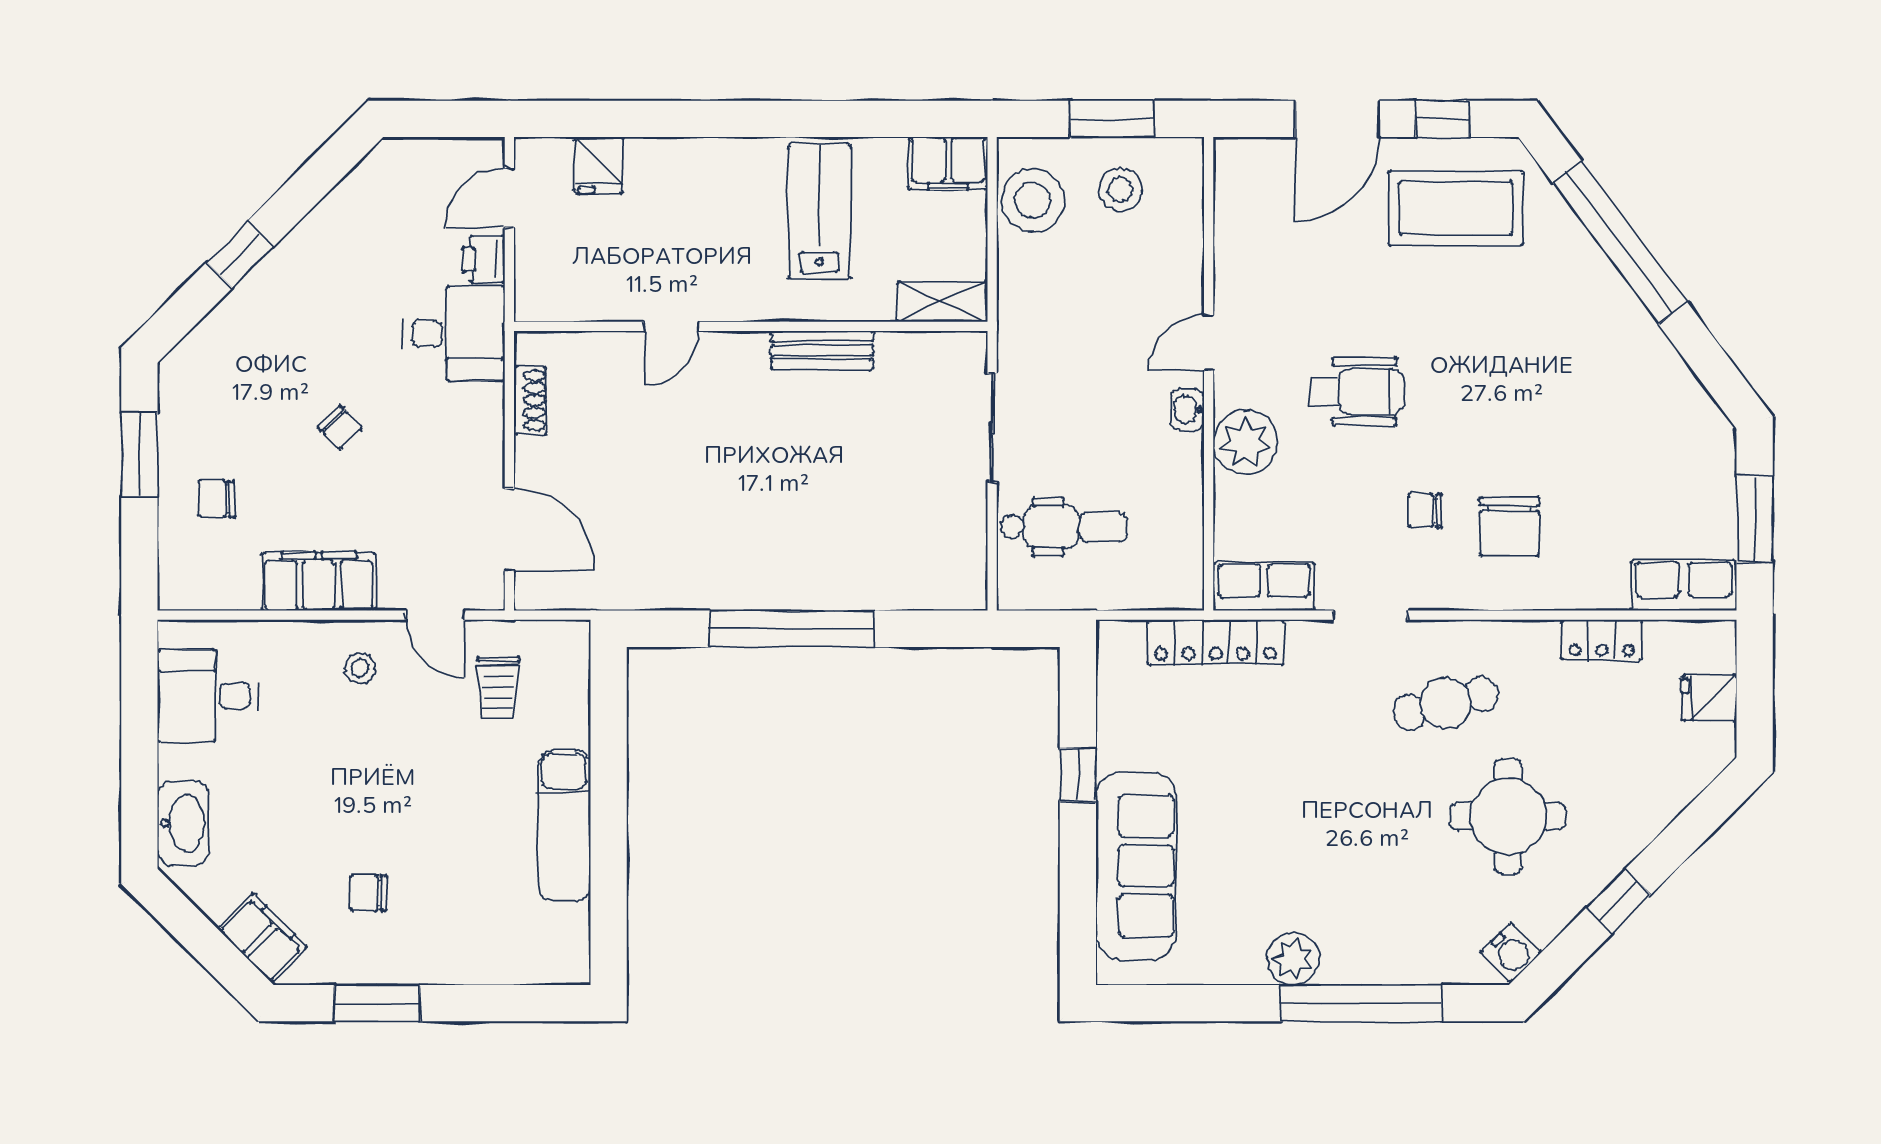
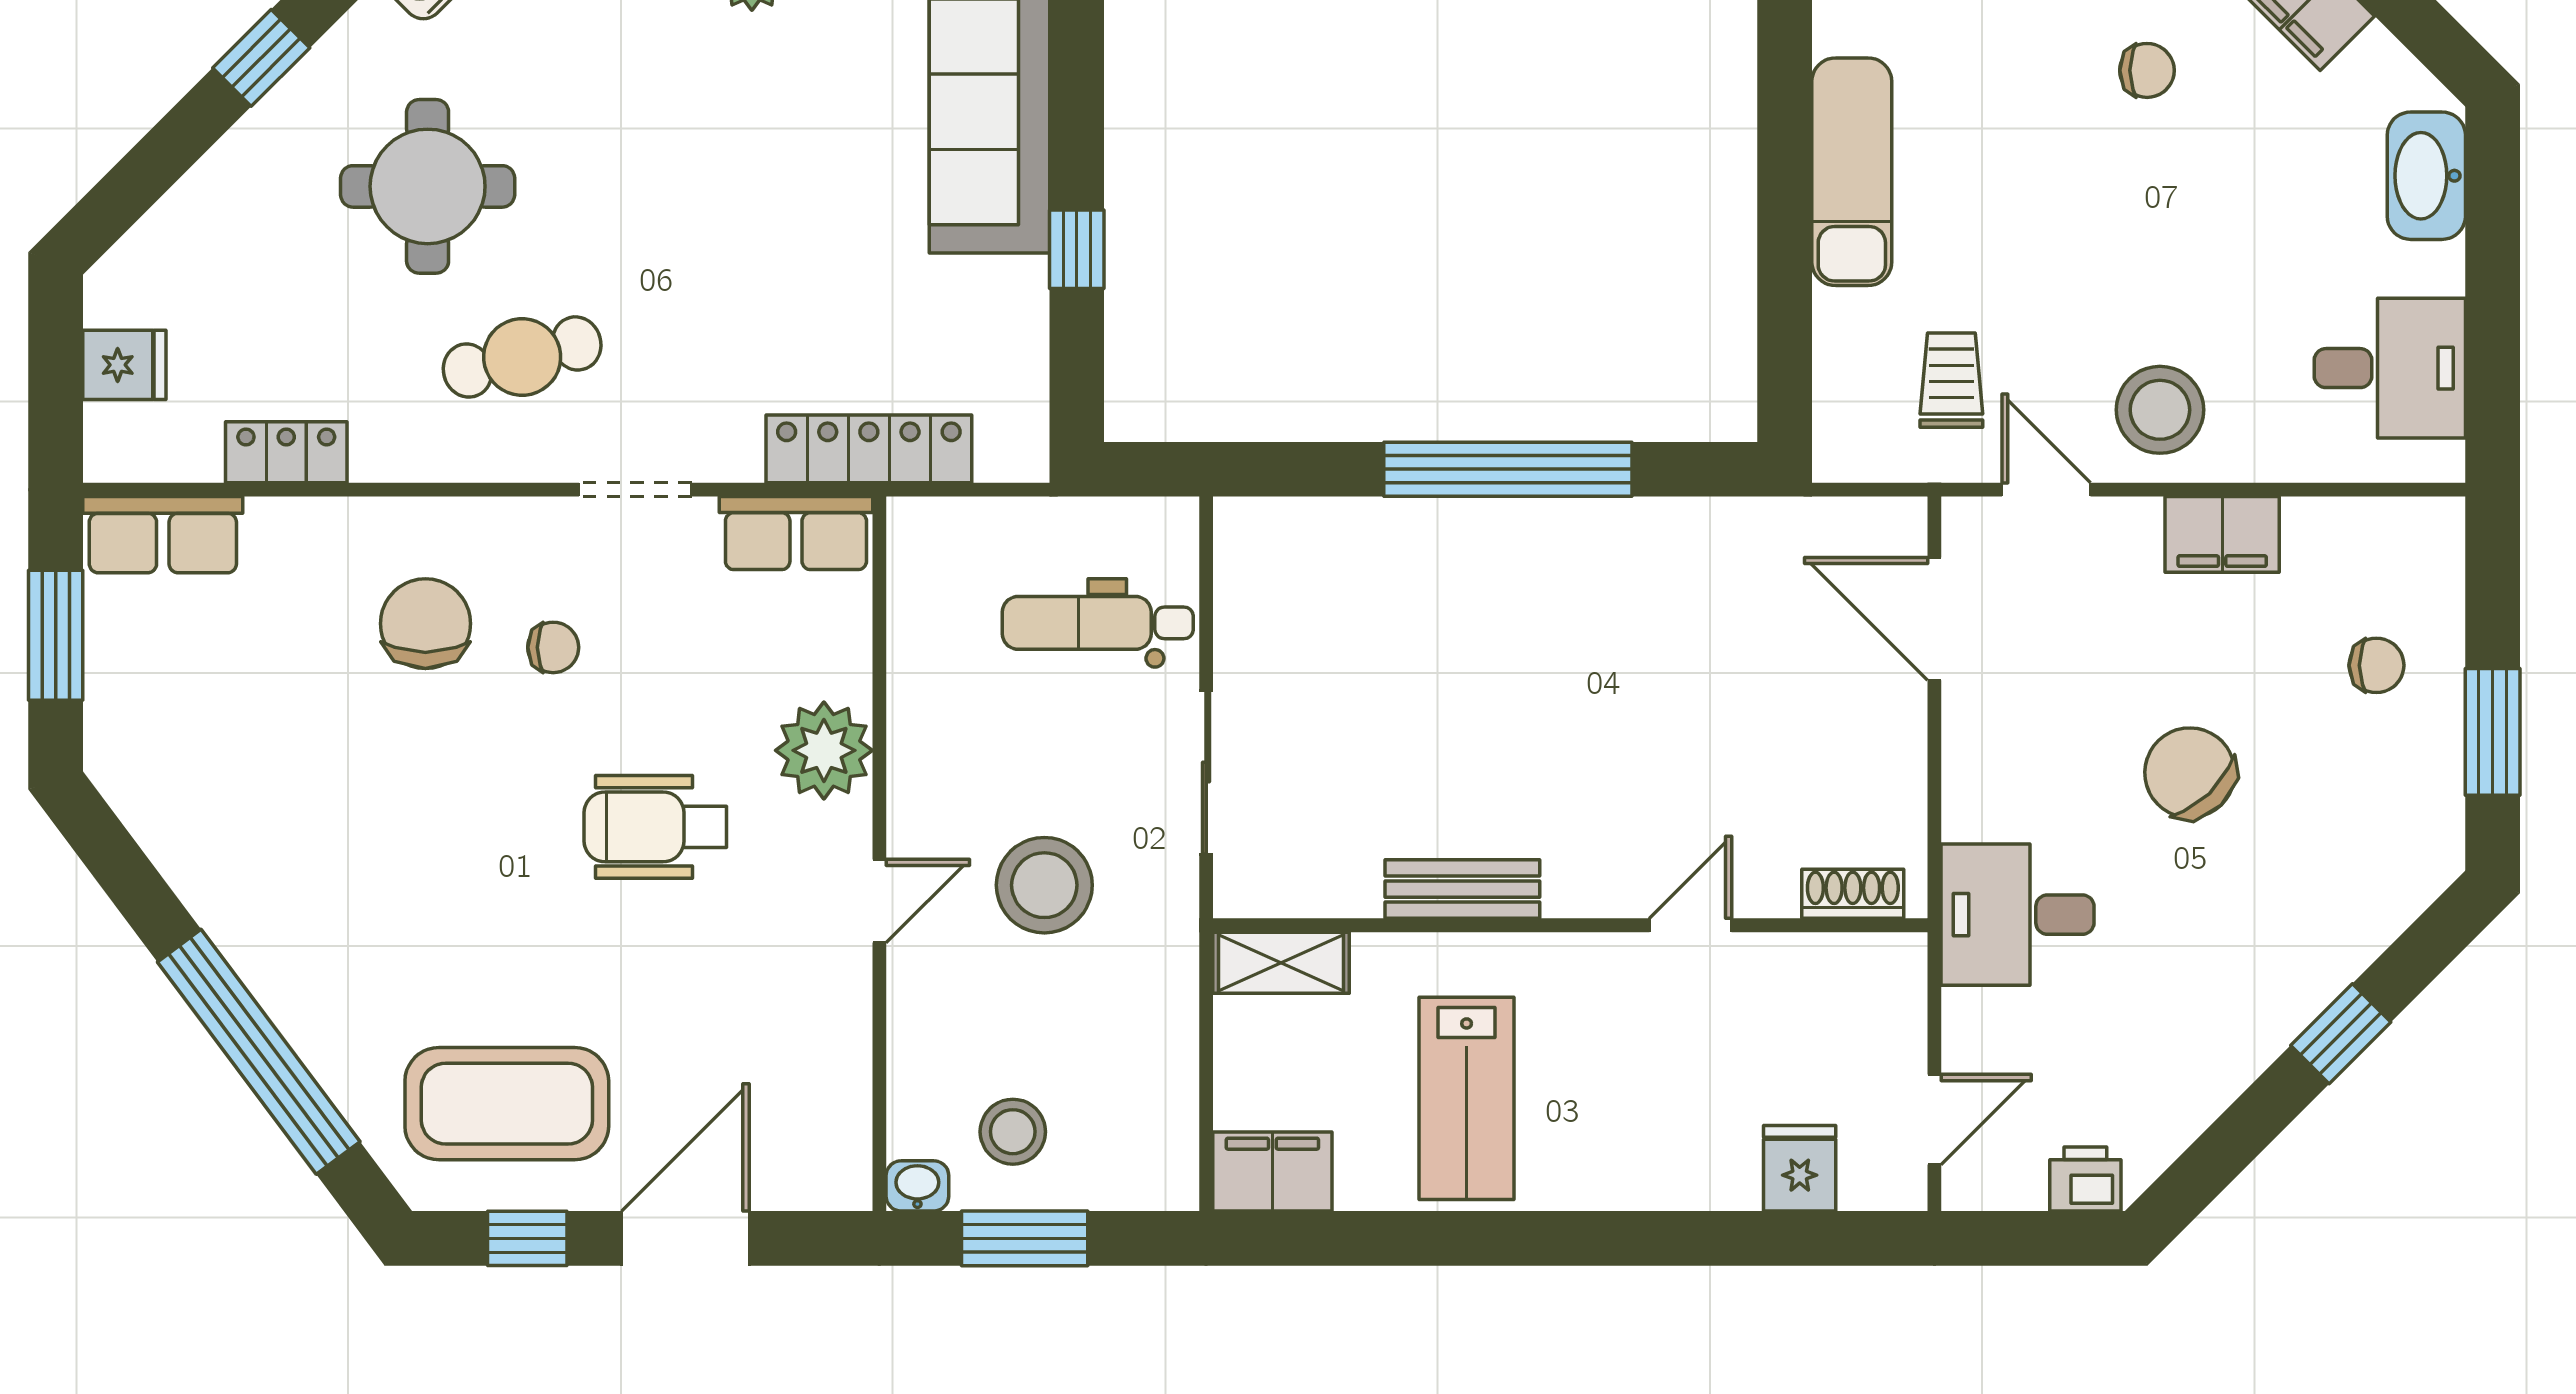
stool: (1033, 200) -> (1044, 885), moved
printer: (484, 260) -> (2085, 1179), moved, turned -90
shoe rack: (530, 400) -> (1853, 894), moved, turned 90
washbasin: (1187, 410) -> (917, 1186), moved, turned -90
chair: (340, 428) -> (2190, 773), width x1.87, depth x1.87
filing cabinet: (319, 581) -> (2222, 534), width x0.67, depth x0.86
stool: (360, 668) -> (2160, 410), width x1.89, depth x1.89

